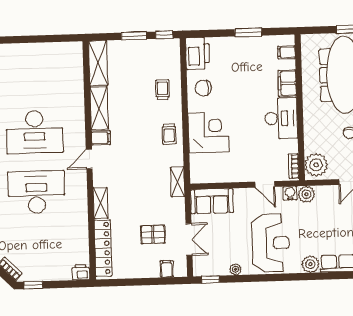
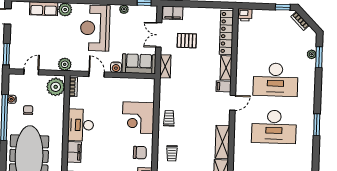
desk: (35, 132) -> (274, 127), turned 180
filing cabinet: (101, 138) -> (224, 86), moved
shelving: (178, 182) -> (165, 66), moved
water cooler: (290, 193) -> (116, 67), moved
filing cabinet: (167, 269) -> (173, 13), width x2.00

